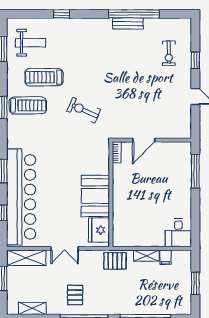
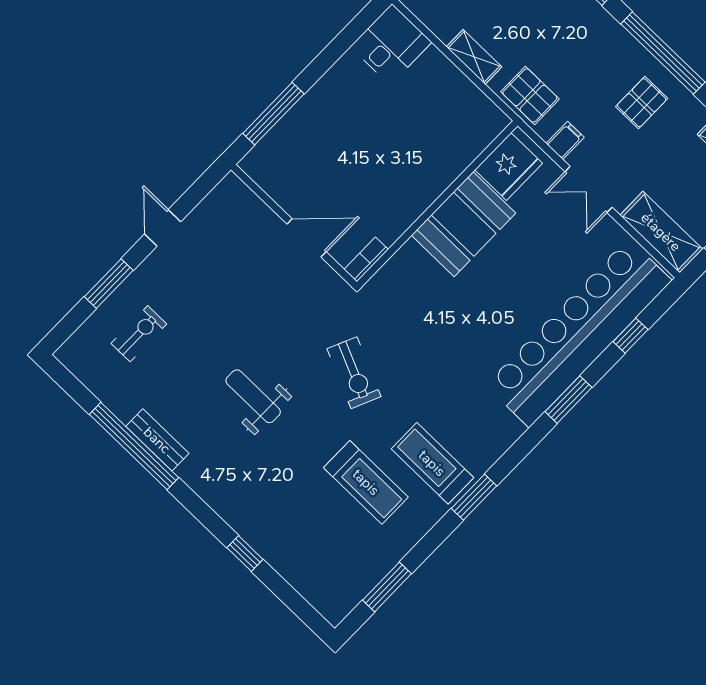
weight bench: (31, 43) -> (253, 396), moved
window: (195, 60) -> (109, 284), width x1.50
double door: (65, 248) -> (589, 189), swing flipped
filing cabinet: (166, 257) -> (565, 140), moved

